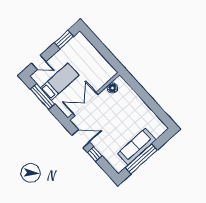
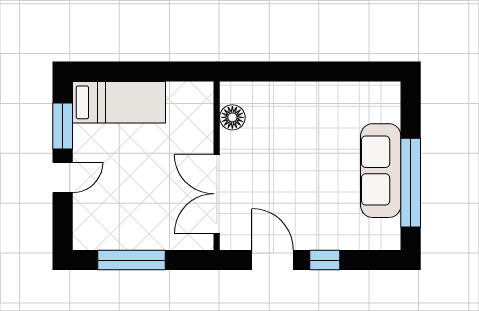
door: (39, 62) -> (63, 177), moved
bed: (60, 82) -> (119, 102), moved, turned 90
door: (81, 139) -> (273, 260), hinge flipped

